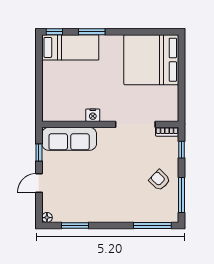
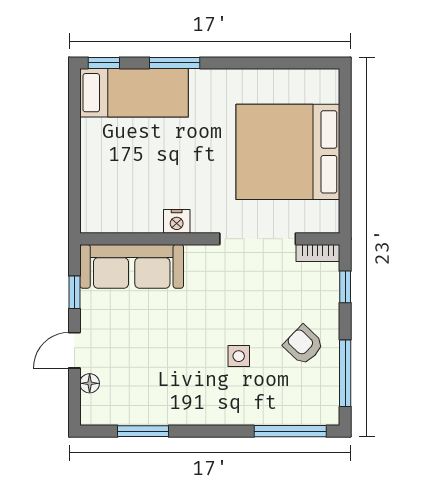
bed: (151, 60) -> (288, 152), moved
side table: (125, 186) -> (239, 356), added
floor lamp: (47, 218) -> (90, 383), moved

